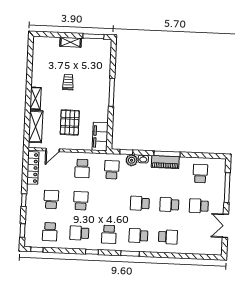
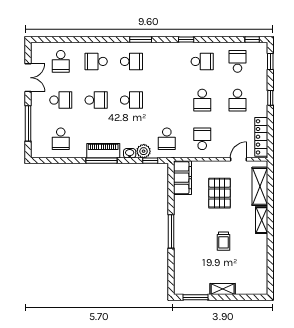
school desk: (109, 234) -> (61, 61), moved, turned 180

